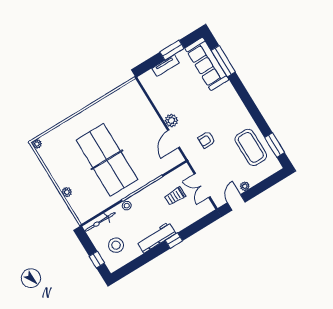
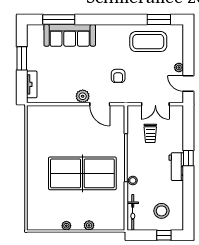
sofa: (207, 64) -> (70, 35), moved
tv unit: (166, 66) -> (32, 84), moved
plant: (37, 144) -> (66, 226), moved
workbench: (156, 238) -> (176, 167), width x0.73

